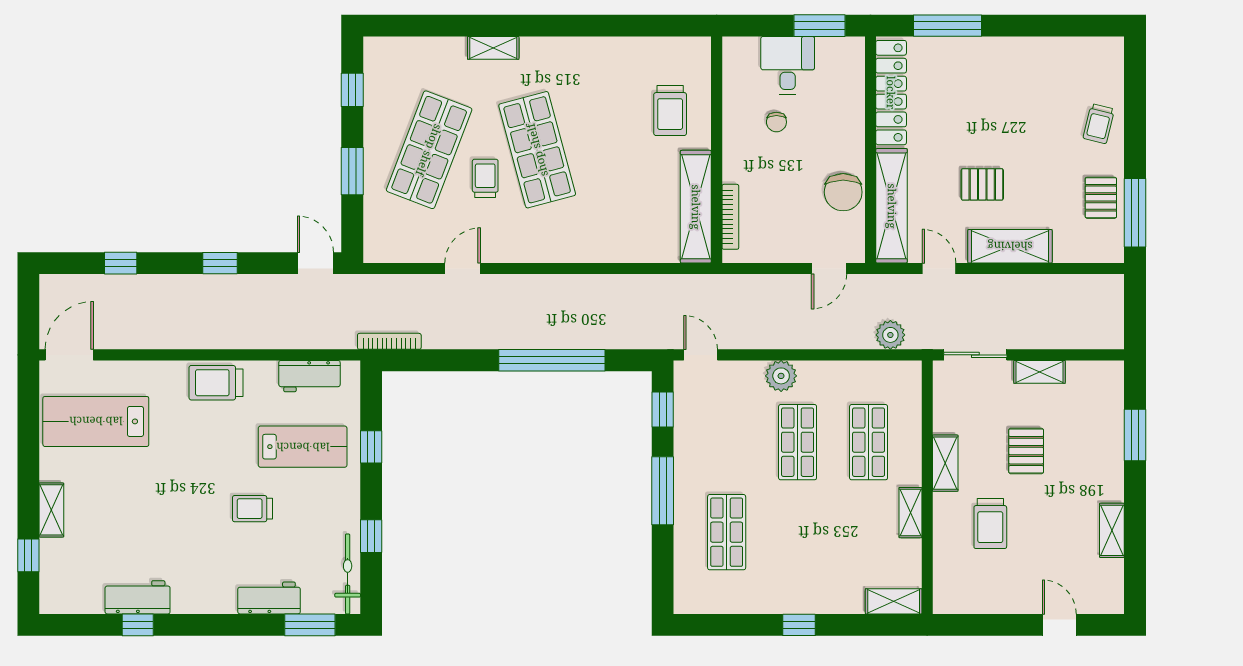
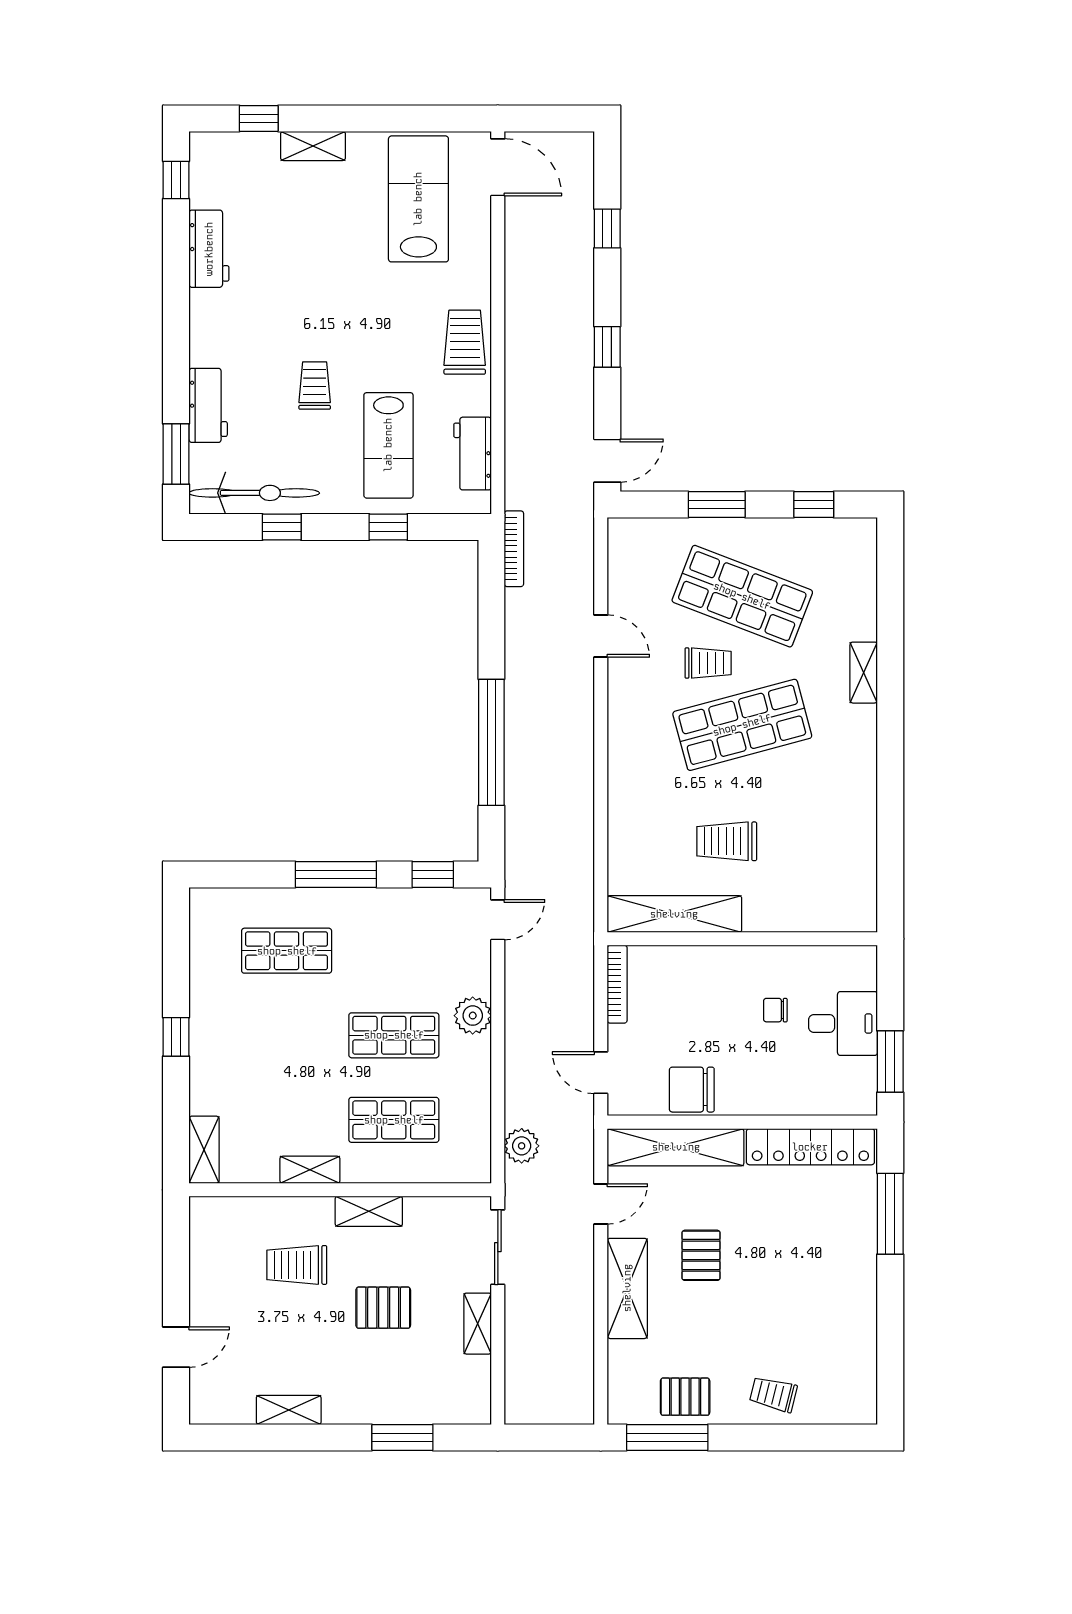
trolley: (670, 111) -> (727, 841), moved
bookcase: (730, 217) -> (617, 984), moved, turned -90
bicycle: (348, 574) -> (254, 493), width x1.37, depth x1.40
window: (138, 625) -> (176, 180), moved

